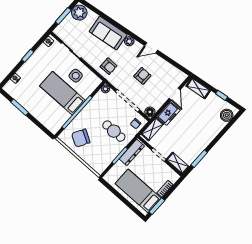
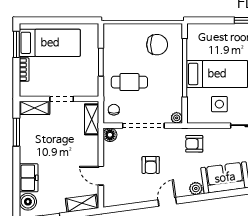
freezer: (169, 113) -> (29, 178), moved, turned 180
chair: (81, 138) -> (157, 45), turned 60
dresser: (132, 152) -> (91, 77), removed

